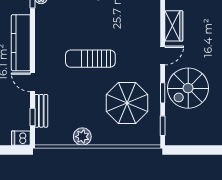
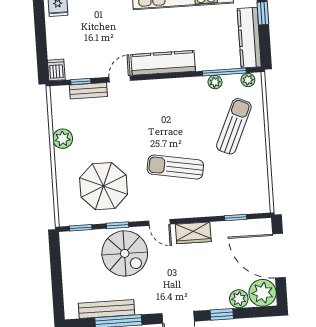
sun lounger: (90, 59) -> (175, 167), moved, turned -80
spiral stairs: (188, 88) -> (125, 253), turned 180

